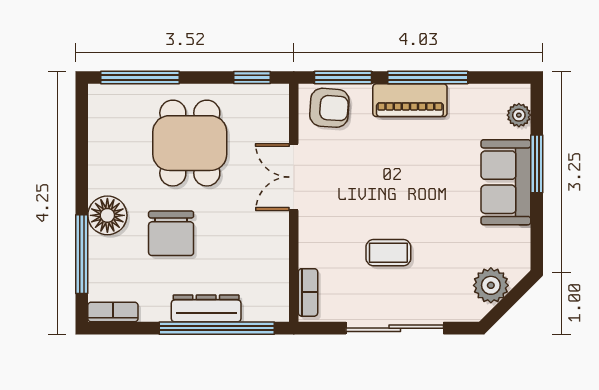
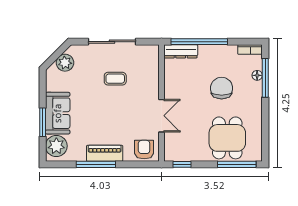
window: (343, 77) -> (137, 164), removed
armchair: (329, 108) -> (144, 150), turned 86
plant: (519, 115) -> (56, 146), width x1.87, depth x1.87
dining table: (190, 143) -> (227, 138), moved
floor lamp: (107, 215) -> (257, 75), moved, width x0.53, depth x0.53
bookcase: (308, 292) -> (155, 59), removed
dresser: (206, 308) -> (181, 51), moved

